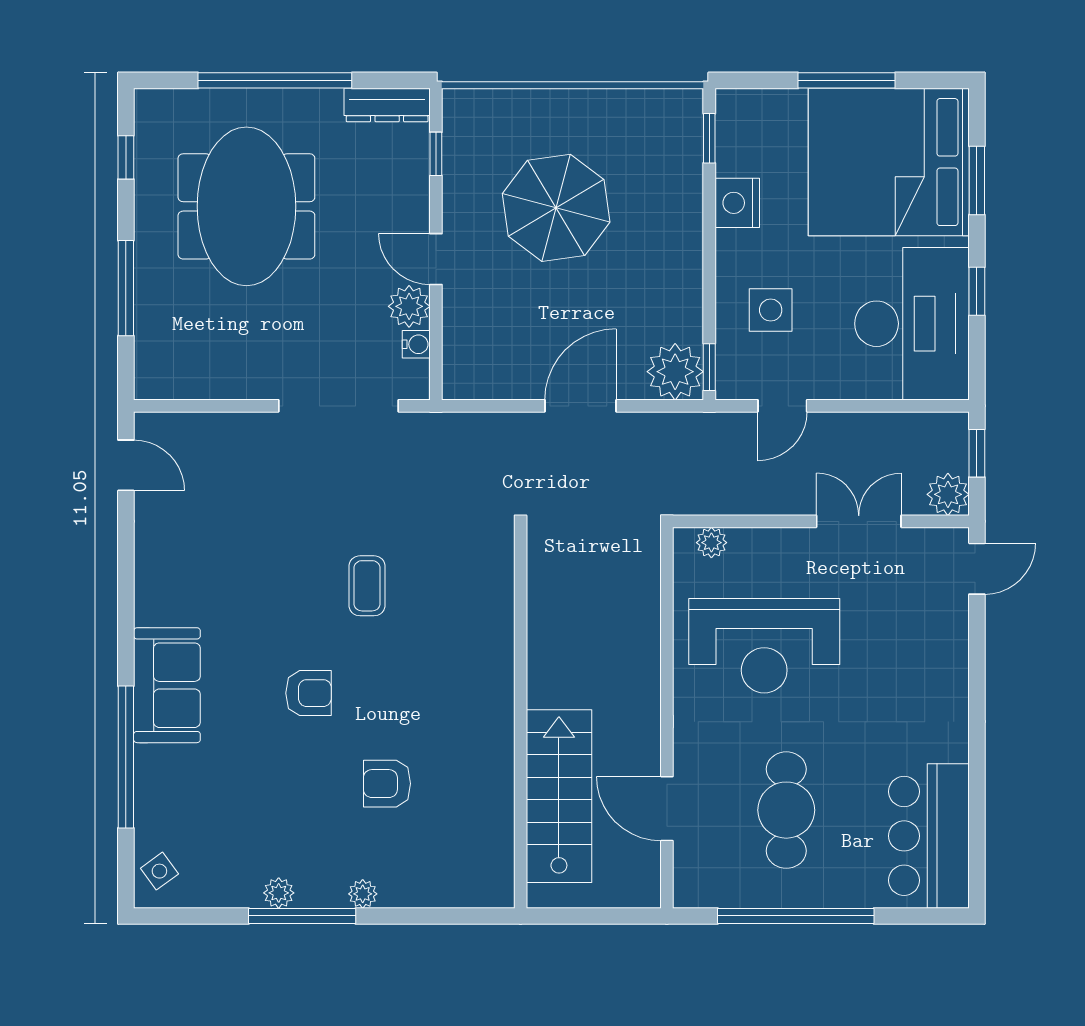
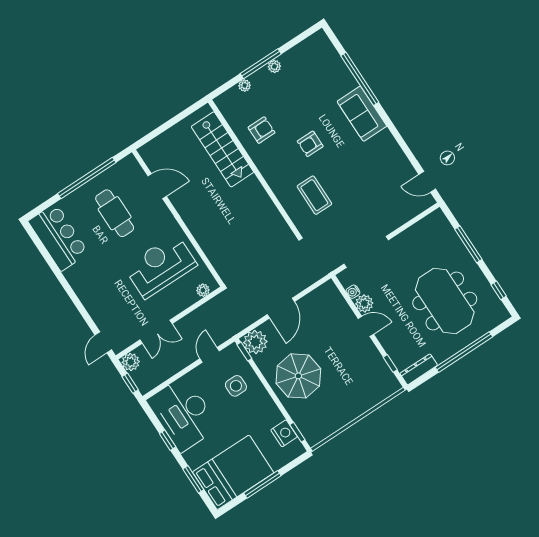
bed: (889, 162) -> (233, 472), width x0.73
nightstand: (737, 203) -> (284, 433), moved
parasol: (556, 208) -> (298, 376), moved
coffee table: (367, 586) -> (314, 195), width x1.36, depth x1.30
wall: (521, 718) -> (254, 168), moved
stairs: (559, 796) -> (222, 149), moved
side table: (159, 871) -> (322, 47), removed

